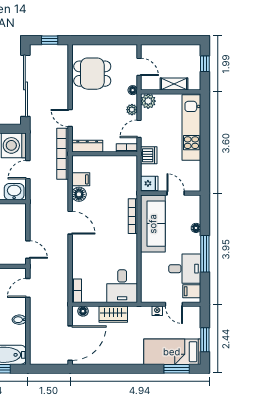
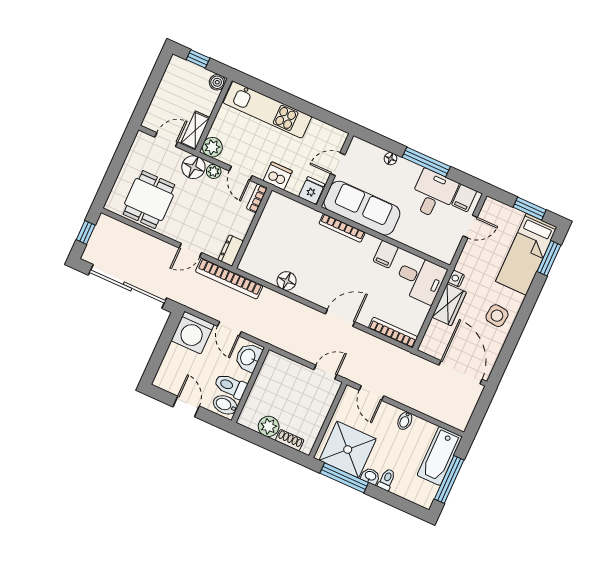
shelving: (174, 84) -> (195, 131), moved
boiler: (195, 84) -> (217, 82), added
floor lamp: (133, 90) -> (193, 167), width x1.89, depth x1.89
dresser: (87, 146) -> (231, 251), width x0.70
filing cabinet: (81, 179) -> (386, 254), moved, turned 180
door: (70, 223) -> (340, 318), moved
bookcase: (77, 291) -> (393, 332), width x1.56
floor lamp: (83, 311) -> (429, 339), removed
nightstand: (157, 311) -> (456, 279), moved
side table: (121, 351) -> (497, 316), added

